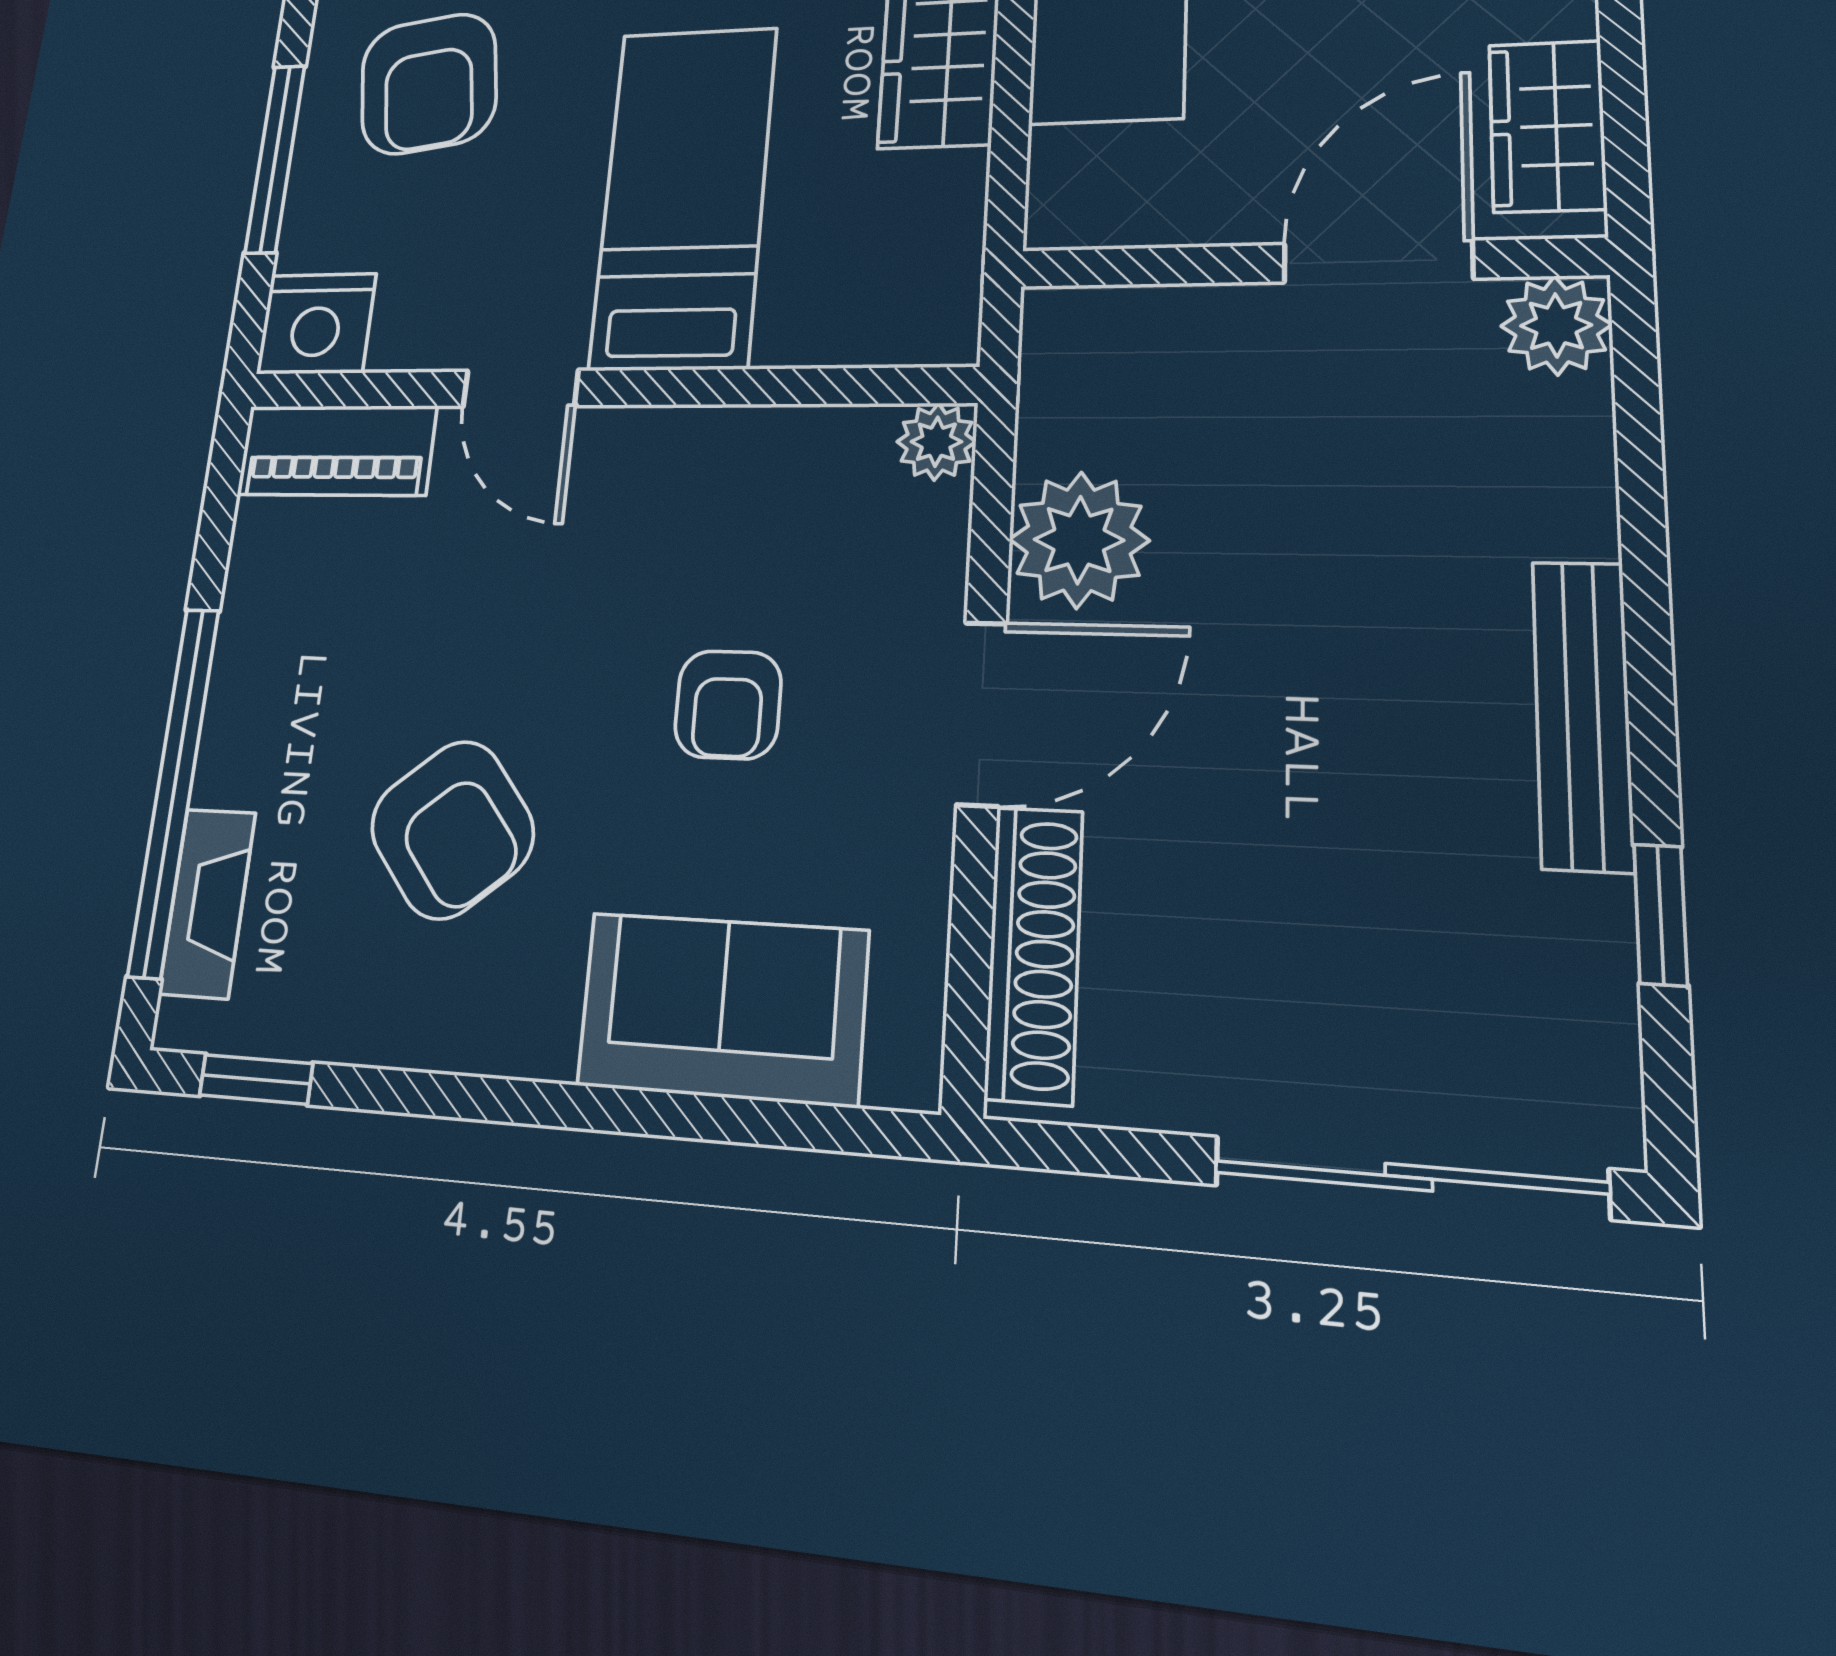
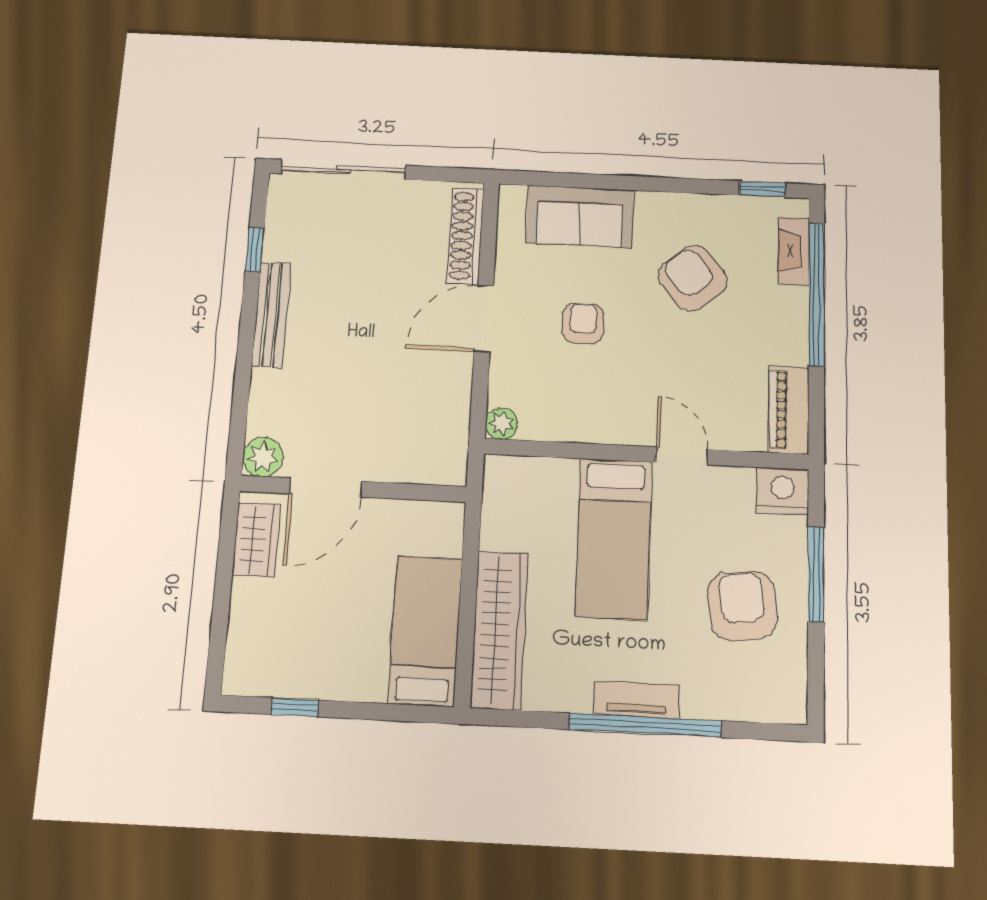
piano: (337, 450) -> (789, 410), moved, turned -90
plant: (1079, 540) -> (446, 382), removed

